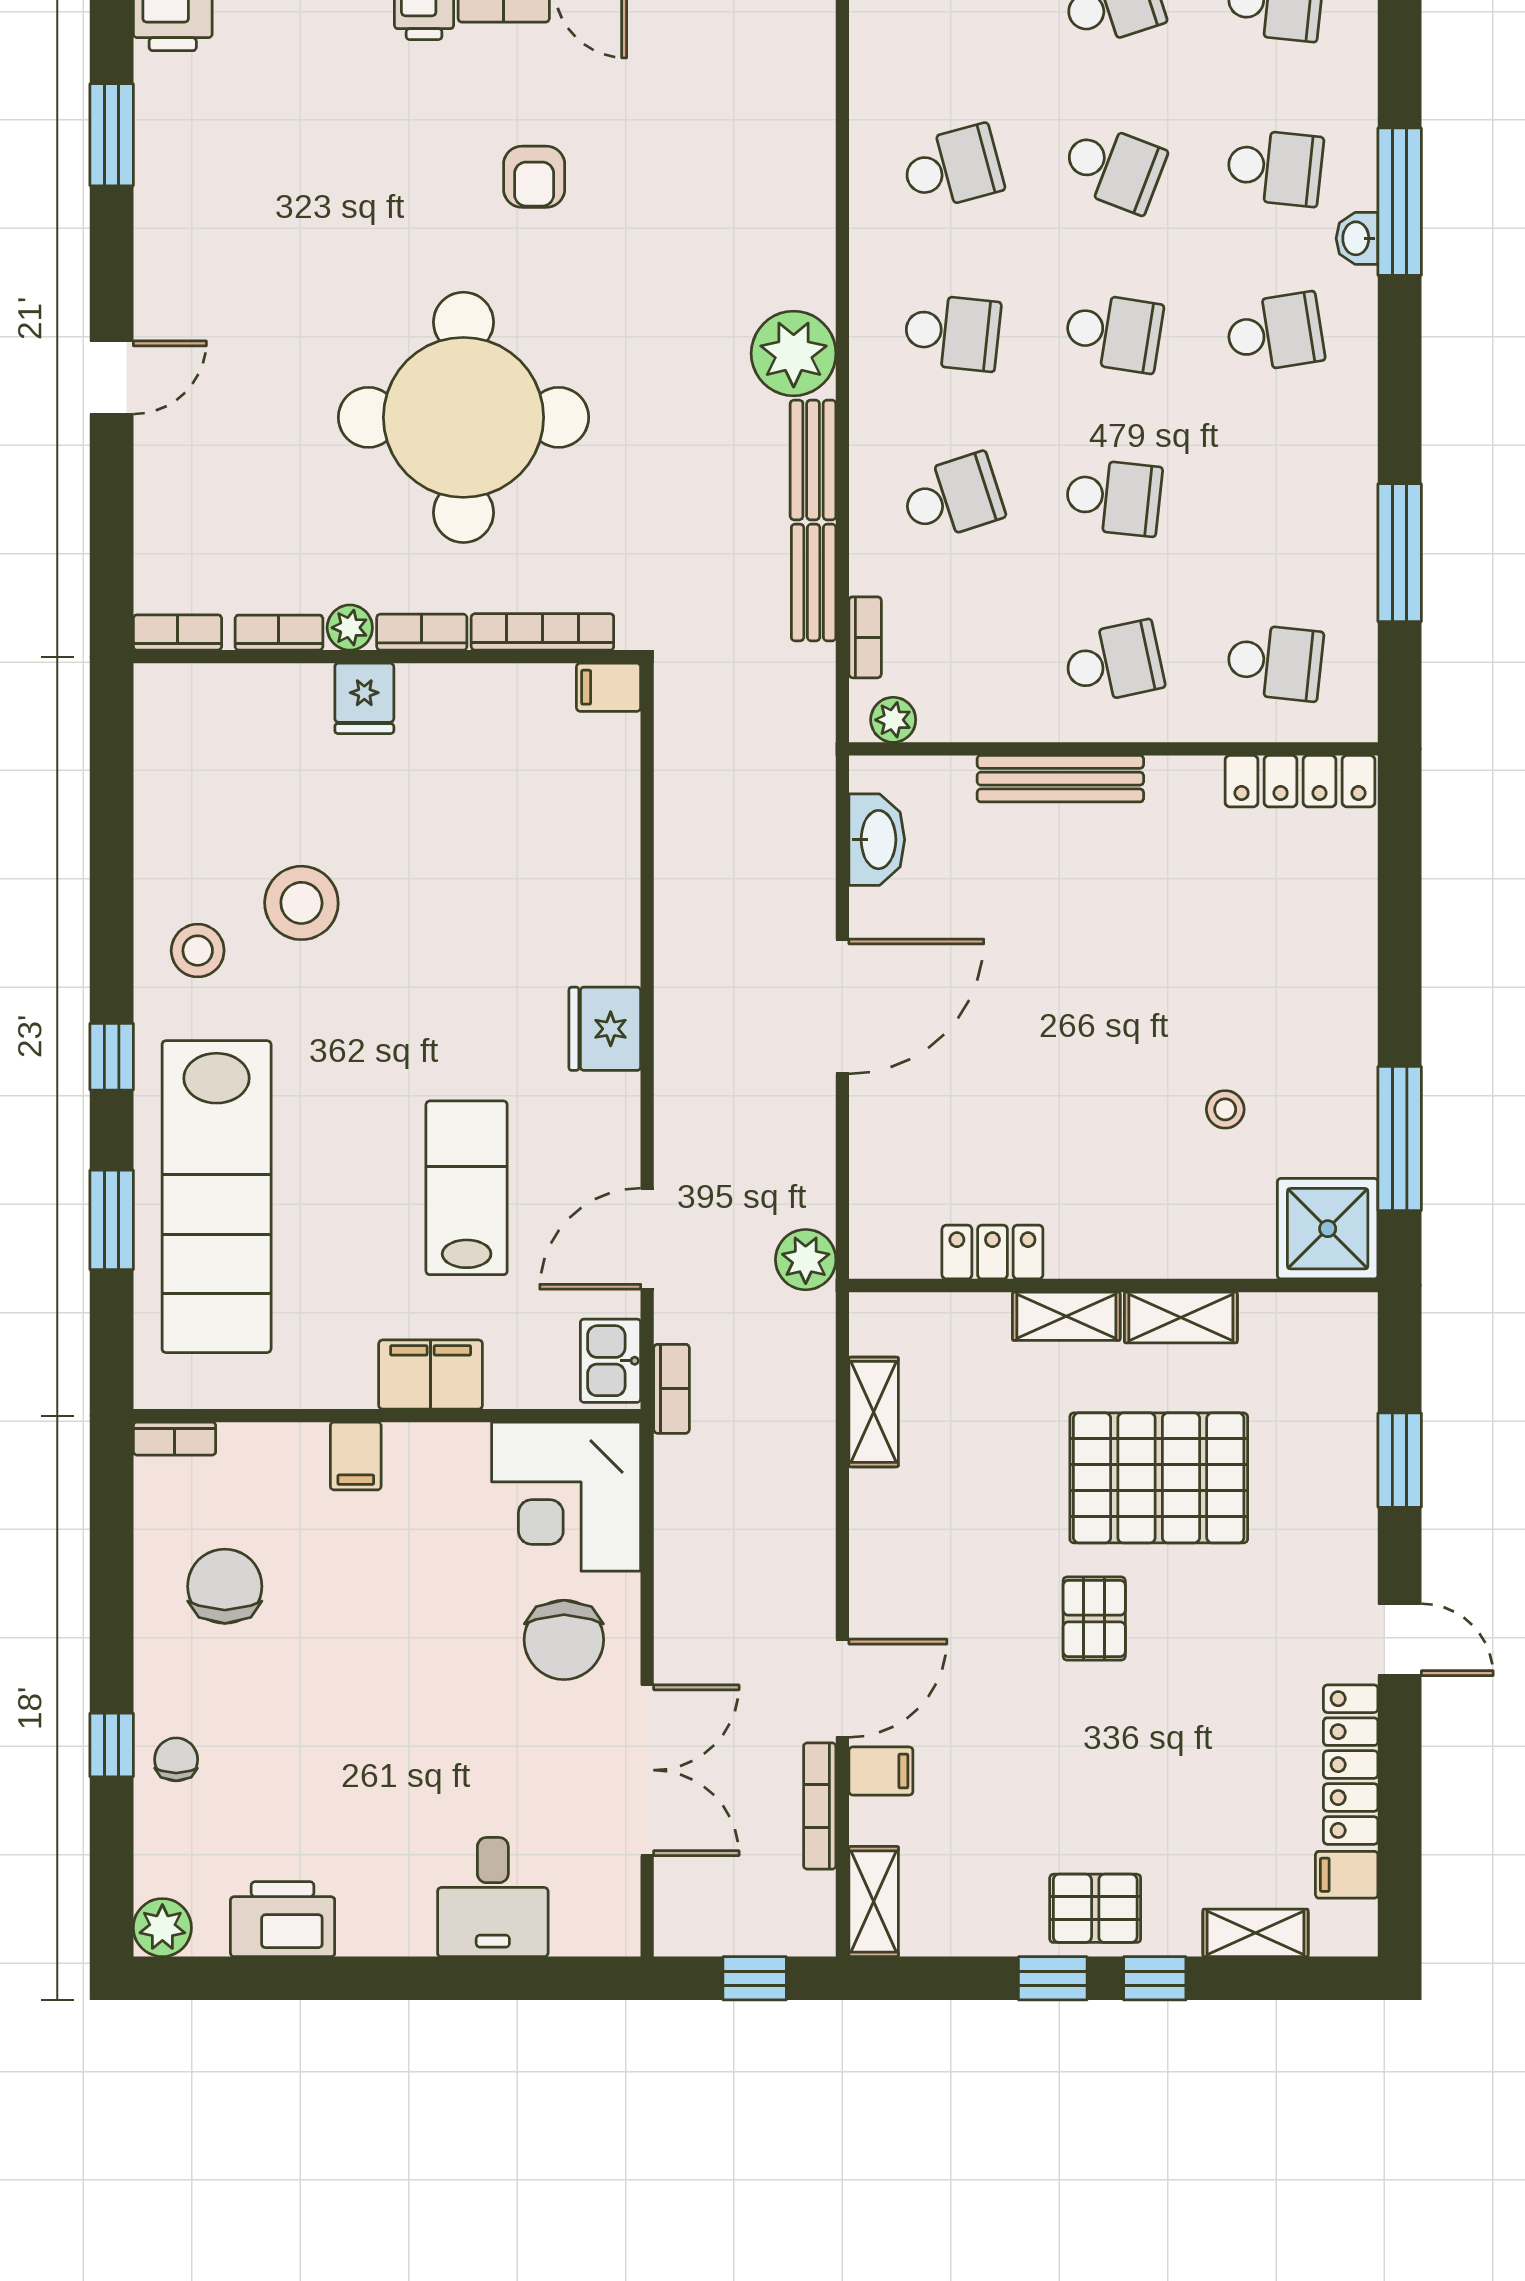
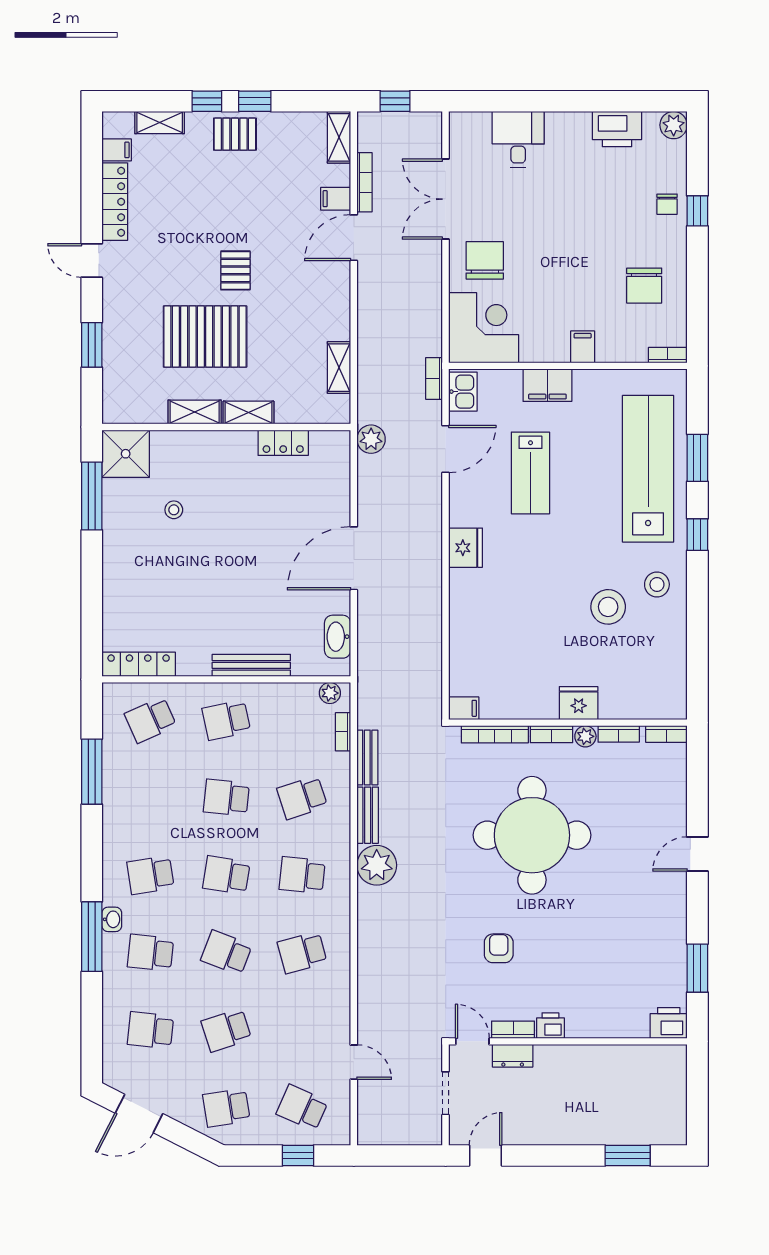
school desk: (1275, 662) -> (150, 720), turned -30
fridge: (364, 698) -> (579, 703), width x1.38

